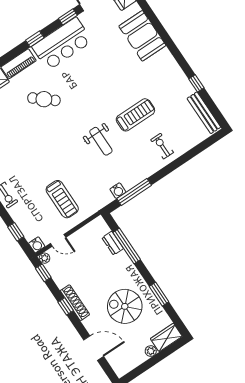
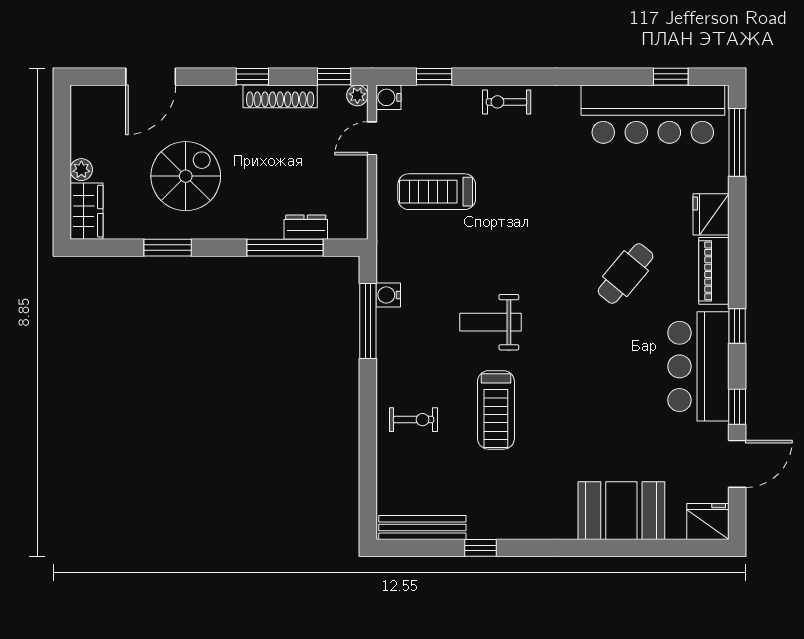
shoe rack: (75, 303) -> (280, 96), moved

